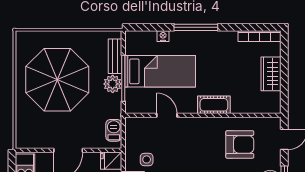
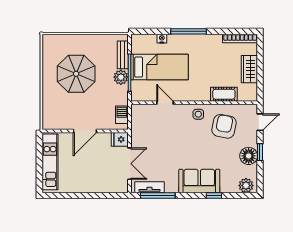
parasol: (57, 80) -> (76, 74), width x0.73, depth x0.73
cot: (214, 105) -> (224, 94), moved
armchair: (240, 144) -> (224, 126), turned -79
side table: (147, 159) -> (198, 114), moved

